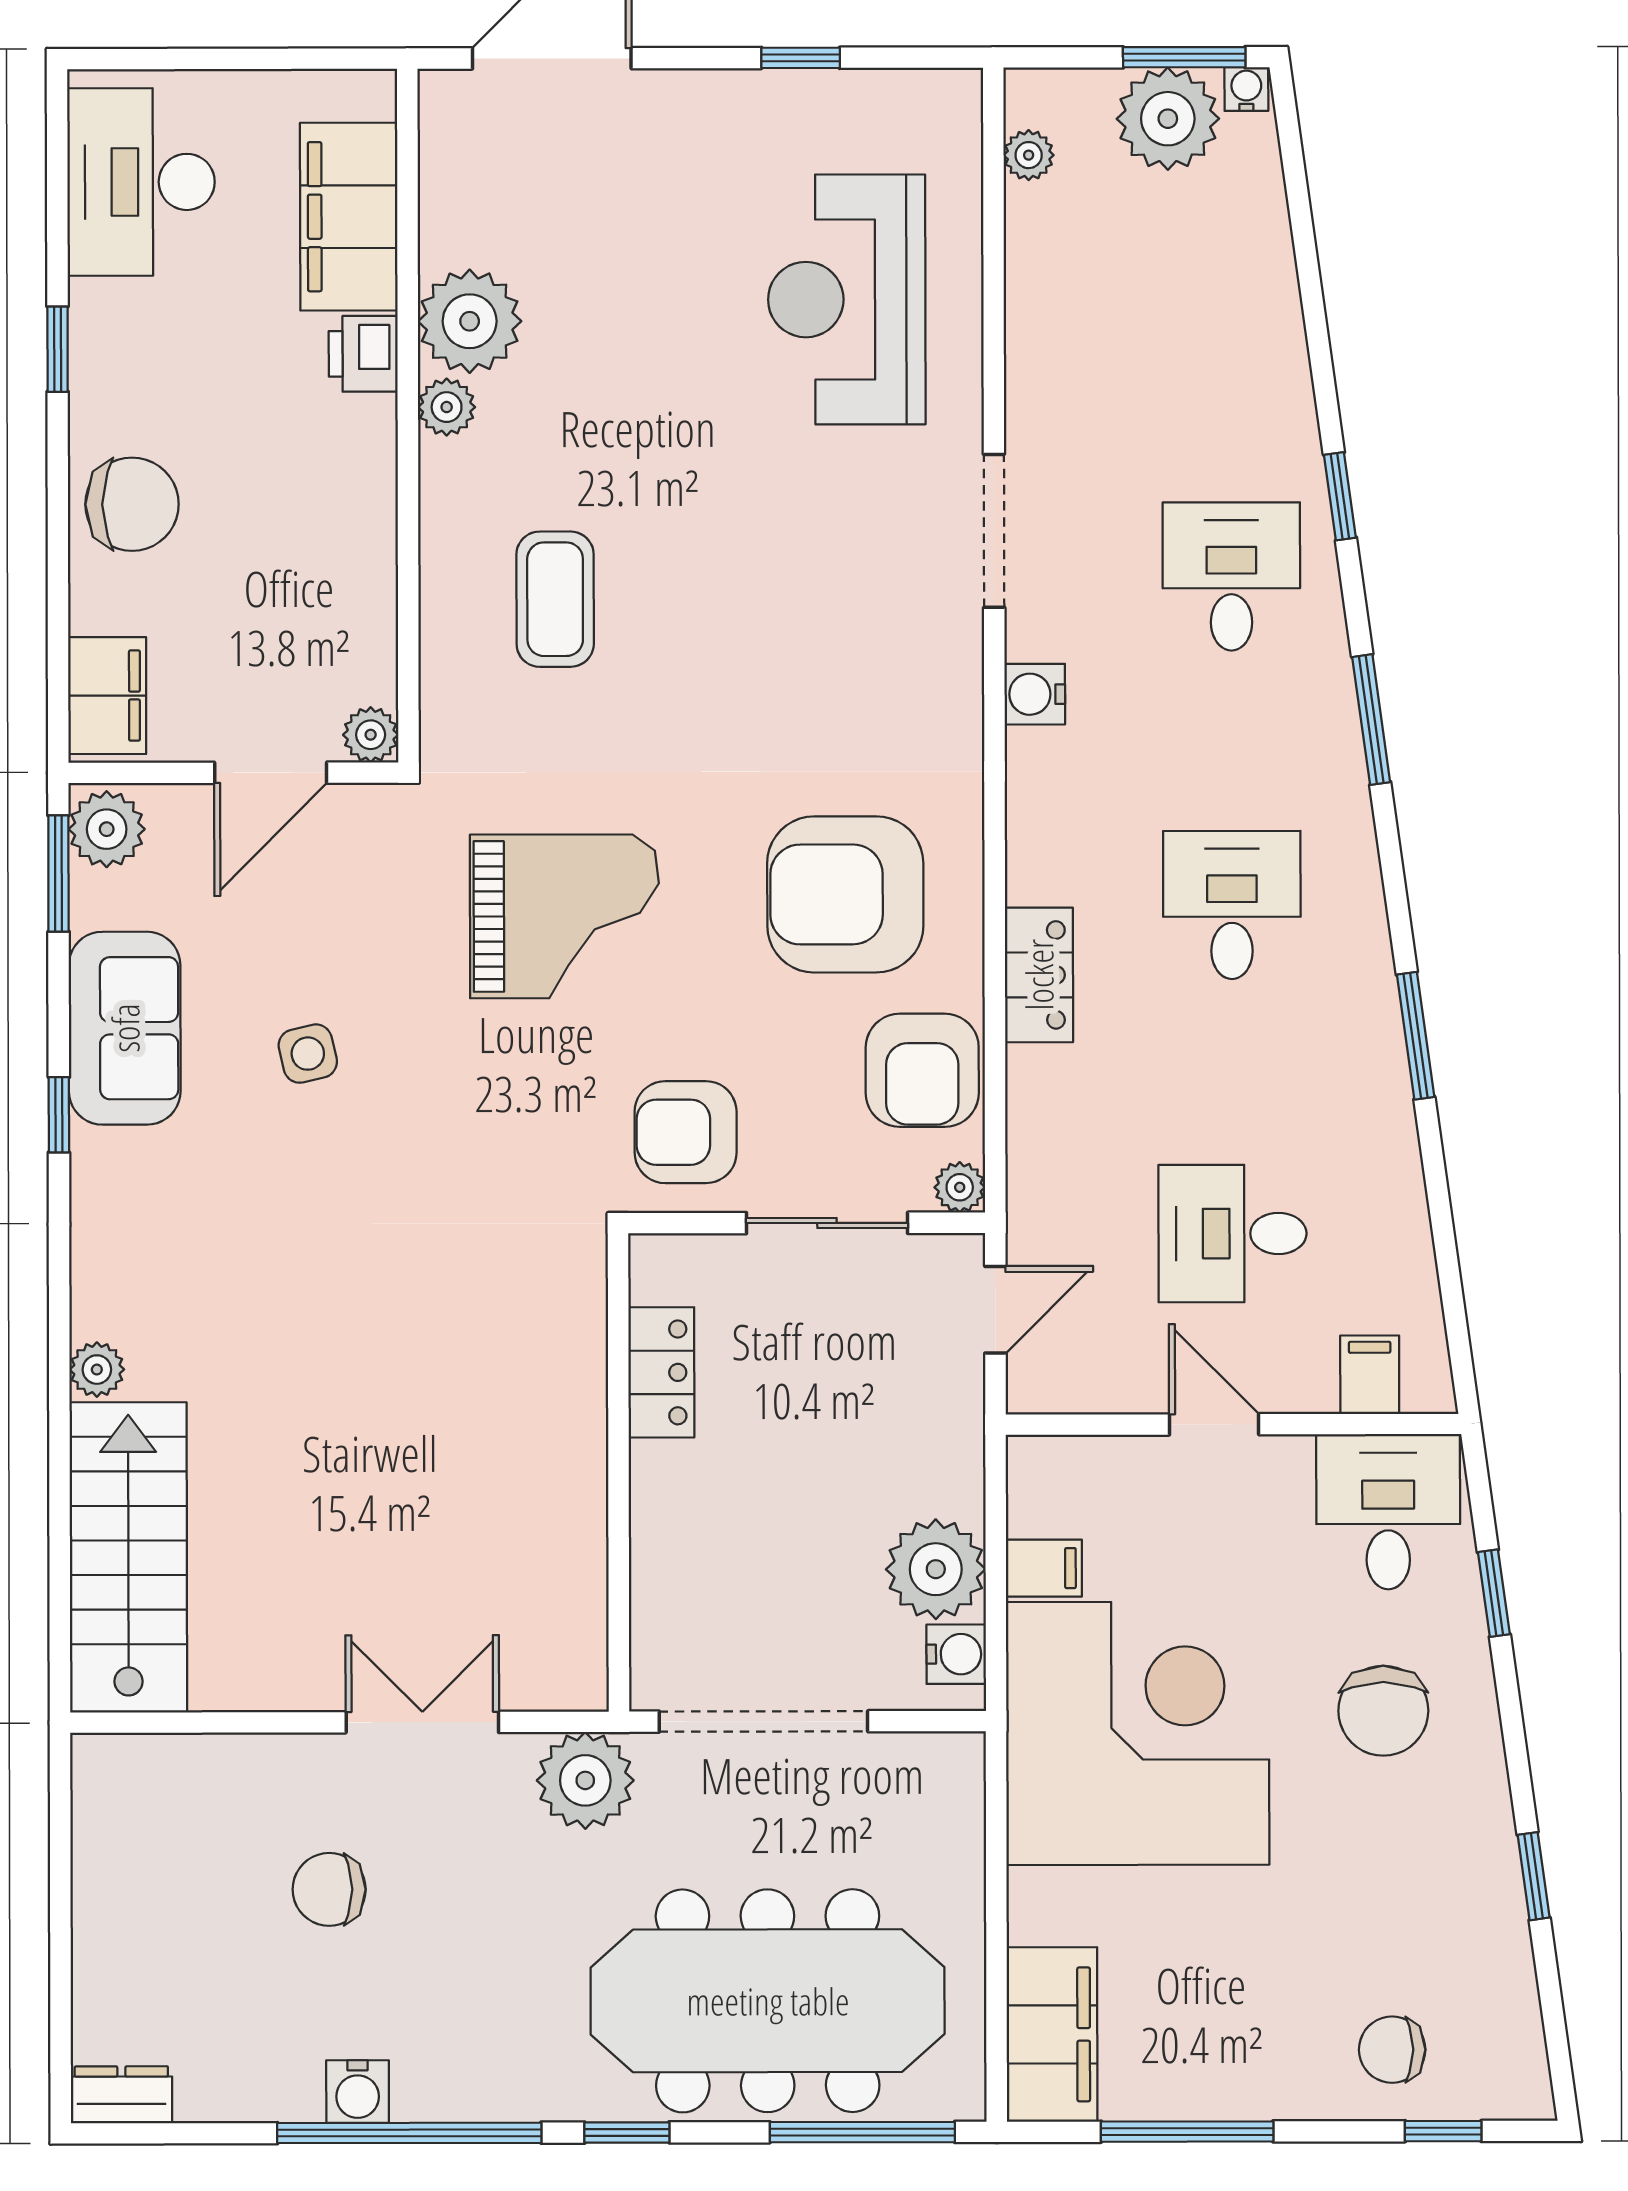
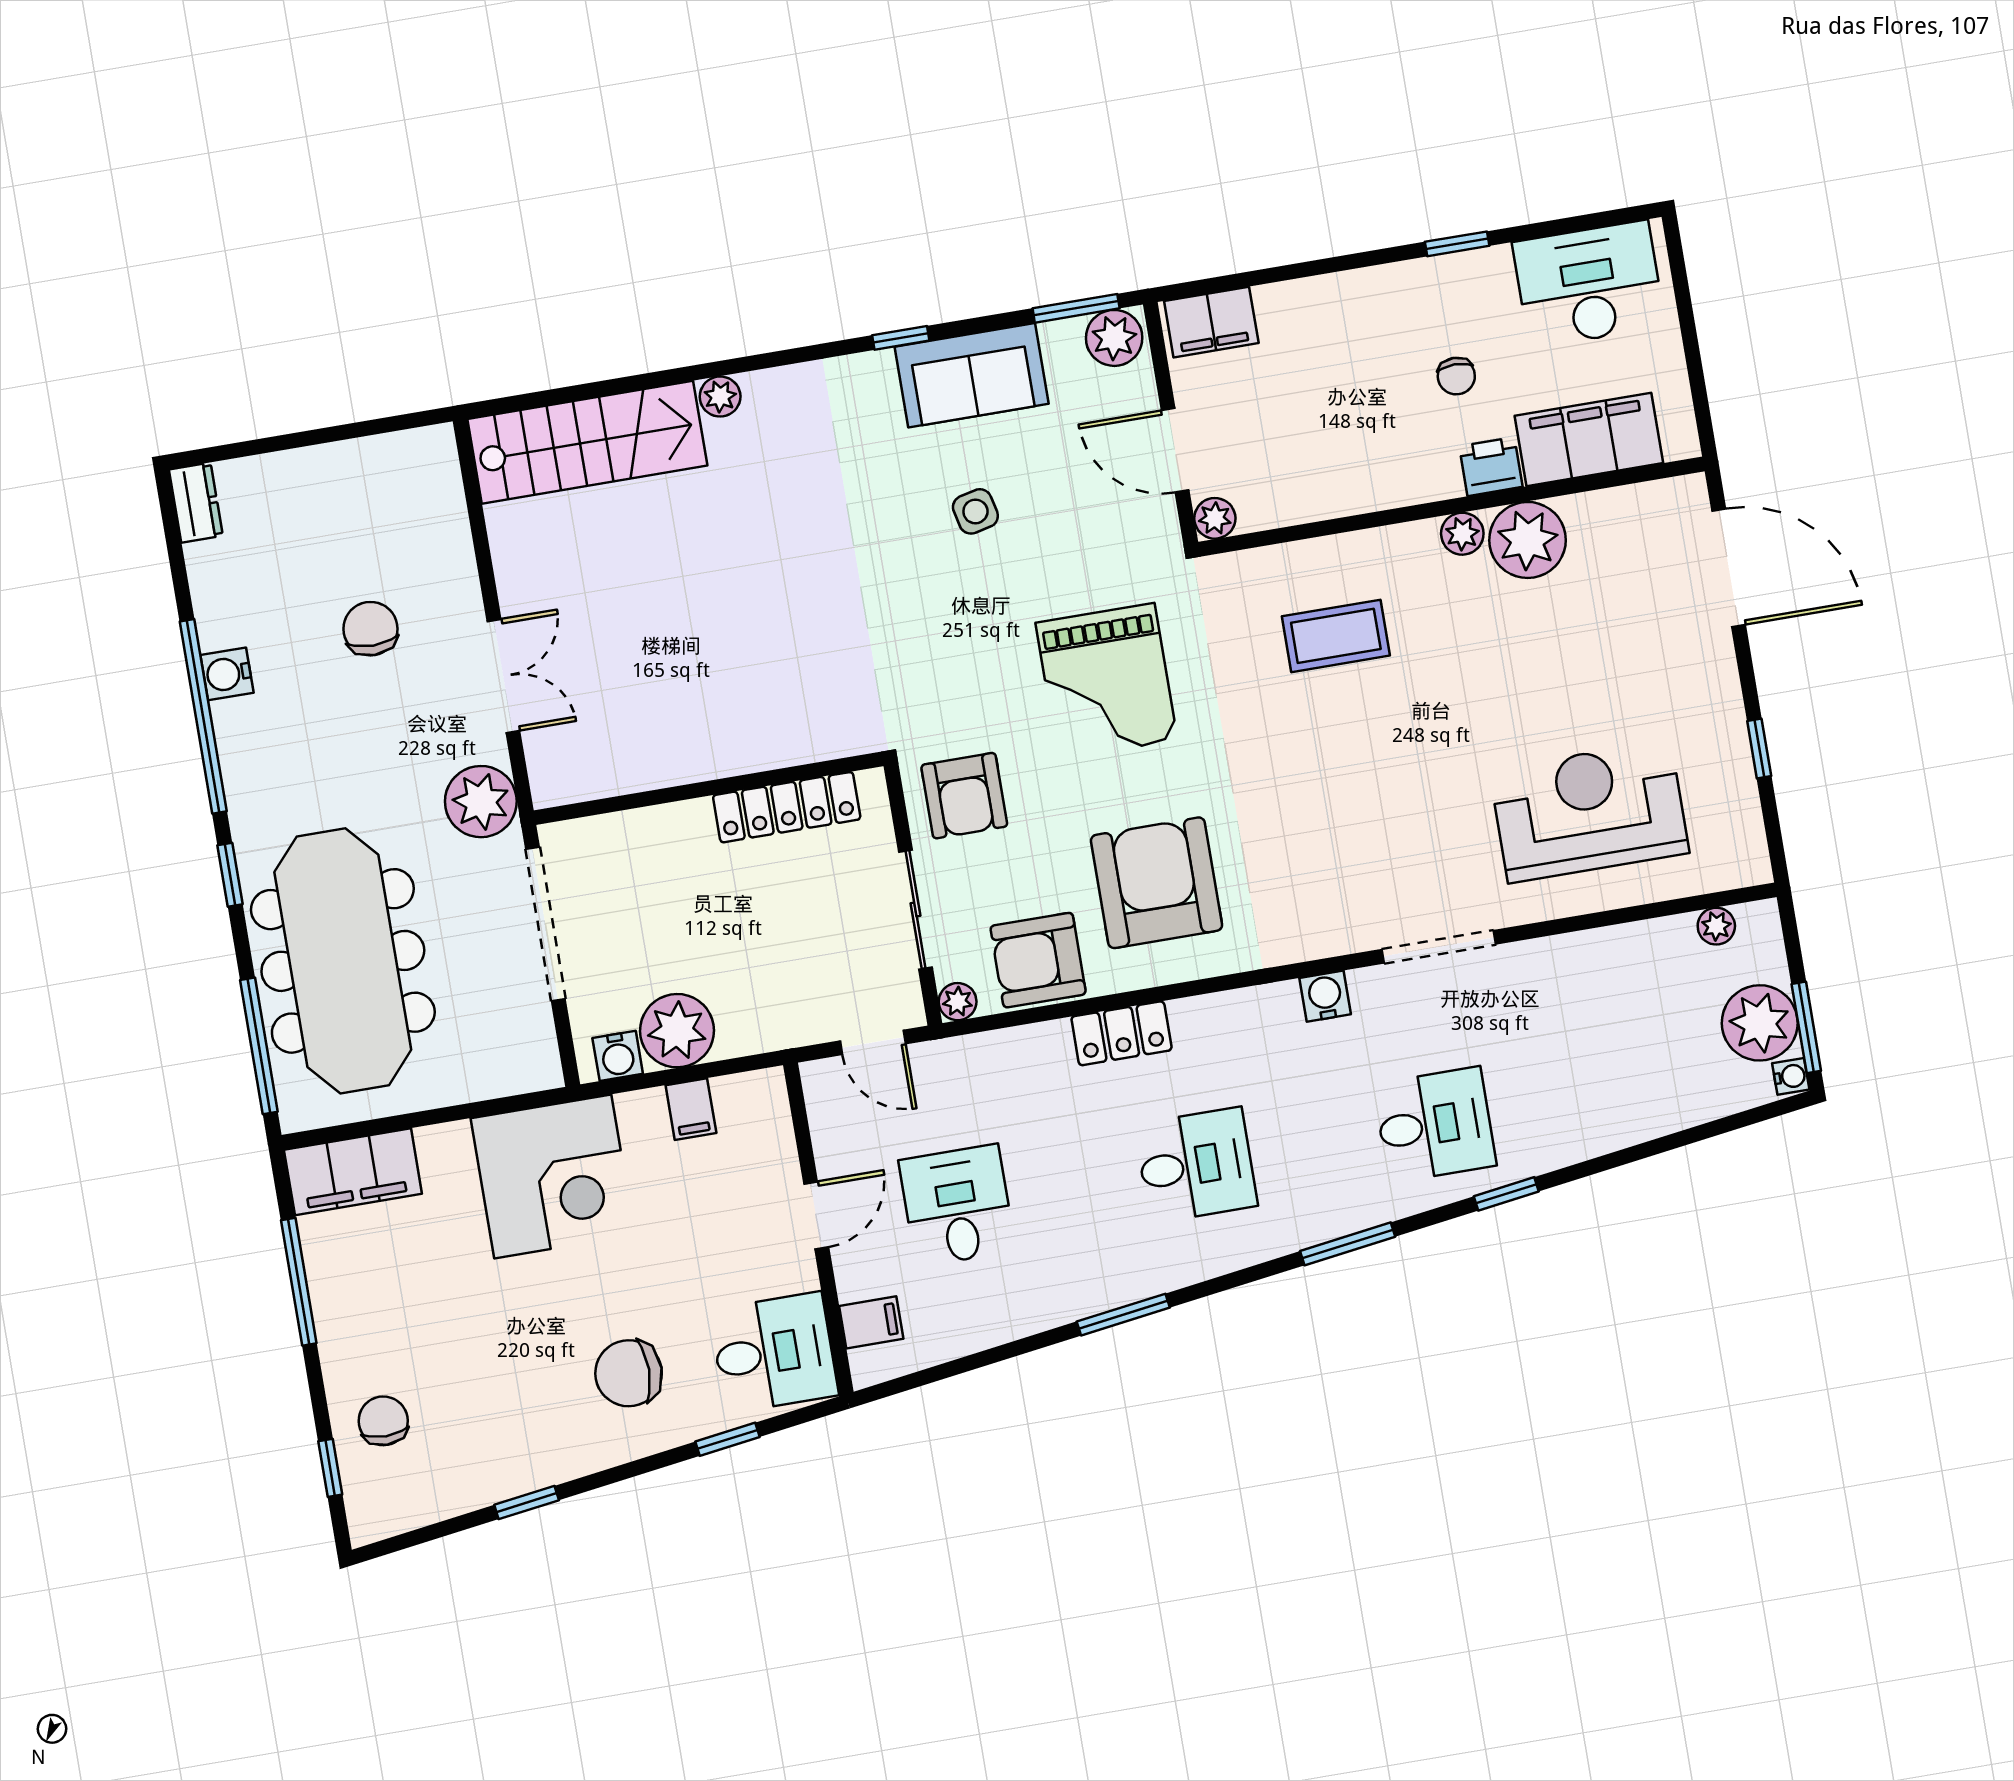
chair: (132, 504) -> (1456, 376), moved, width x0.54, depth x0.54
armchair: (686, 1132) -> (964, 796), turned 180
locker: (661, 1372) -> (787, 807), width x1.53
corner desk: (1138, 1733) -> (553, 1176), width x0.74, depth x0.74

